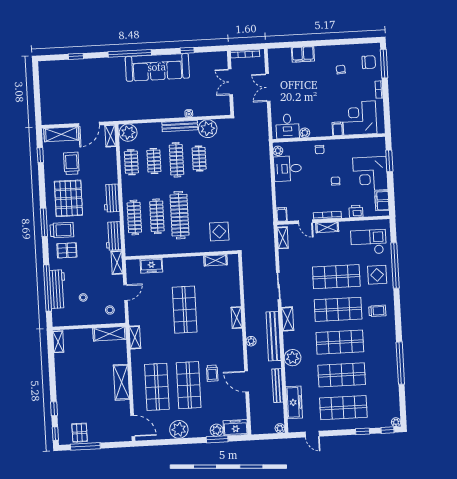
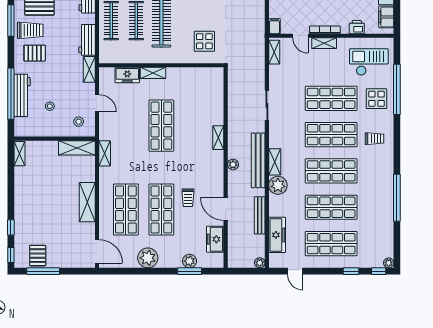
shelving: (216, 260) -> (153, 73), moved
door: (126, 292) -> (97, 103), hinge flipped
shelving: (288, 319) -> (275, 162), moved
freezer: (235, 428) -> (215, 239), moved, turned -90

